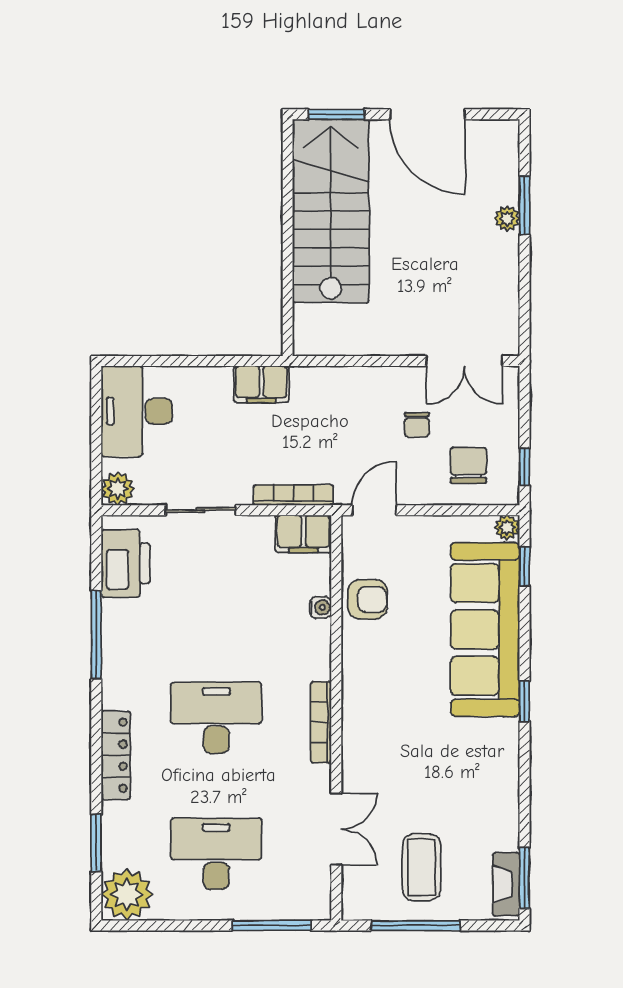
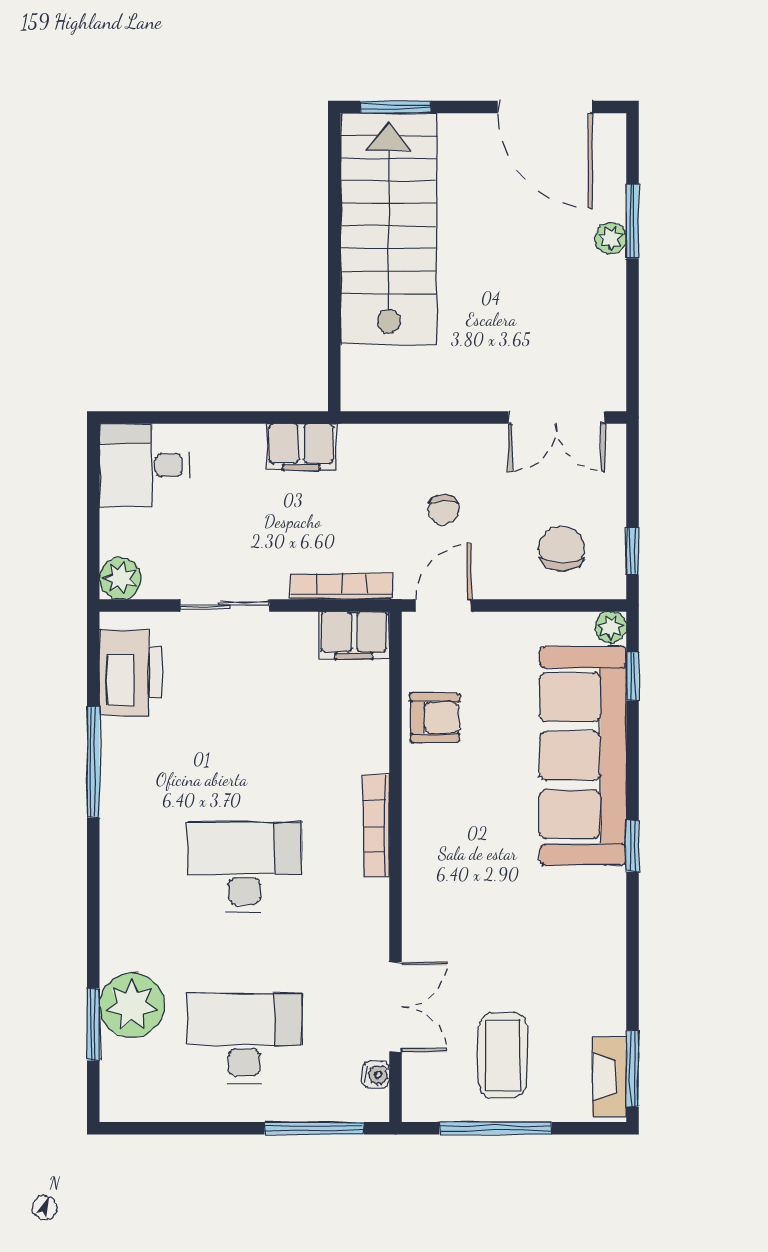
door: (427, 114) -> (545, 107), moved
desk: (137, 411) -> (144, 465), width x0.73
chair: (417, 425) -> (444, 510), moved
water cooler: (321, 607) -> (376, 1075), moved
bookcase: (321, 722) -> (376, 826), moved
locker: (116, 755) -> (118, 914), removed
plant: (127, 894) -> (132, 1005), moved

